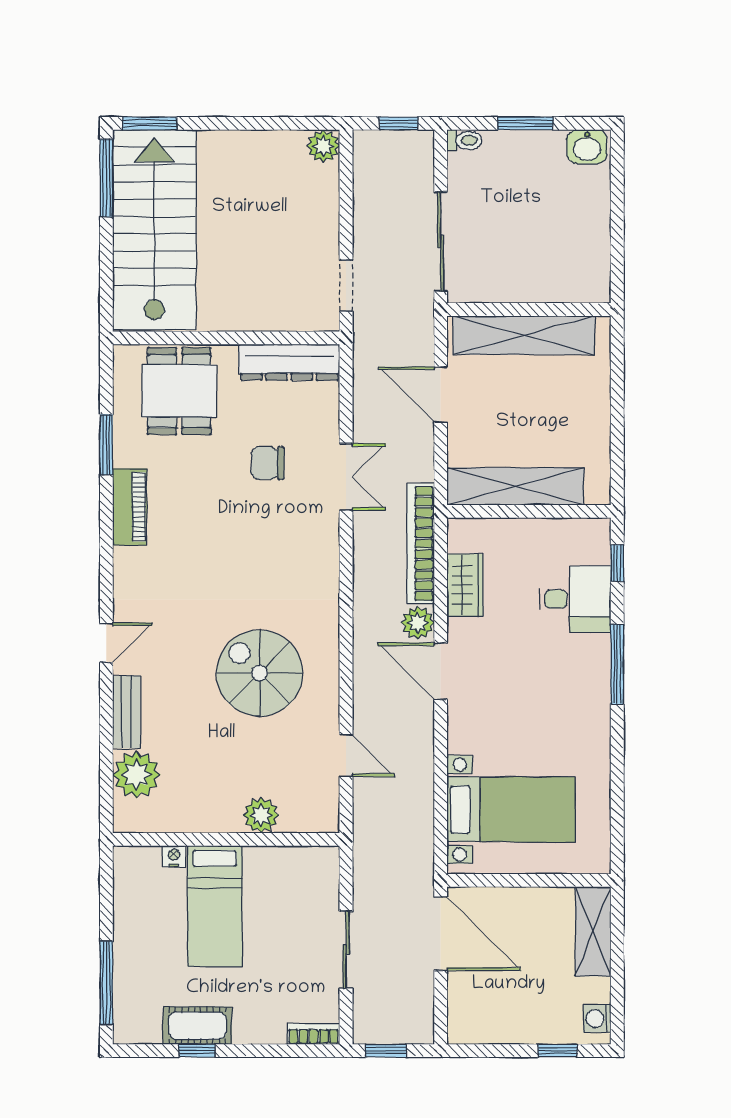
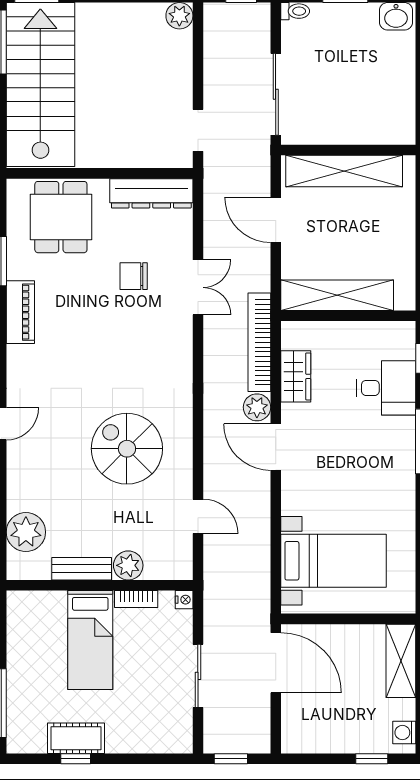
bench: (126, 712) -> (82, 569), moved, turned 90
nightstand: (174, 856) -> (184, 600), moved, turned 90
bookcase: (314, 1034) -> (136, 599), moved, turned 180

